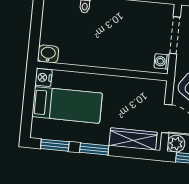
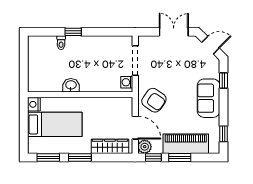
washbasin: (48, 54) -> (71, 85), moved

